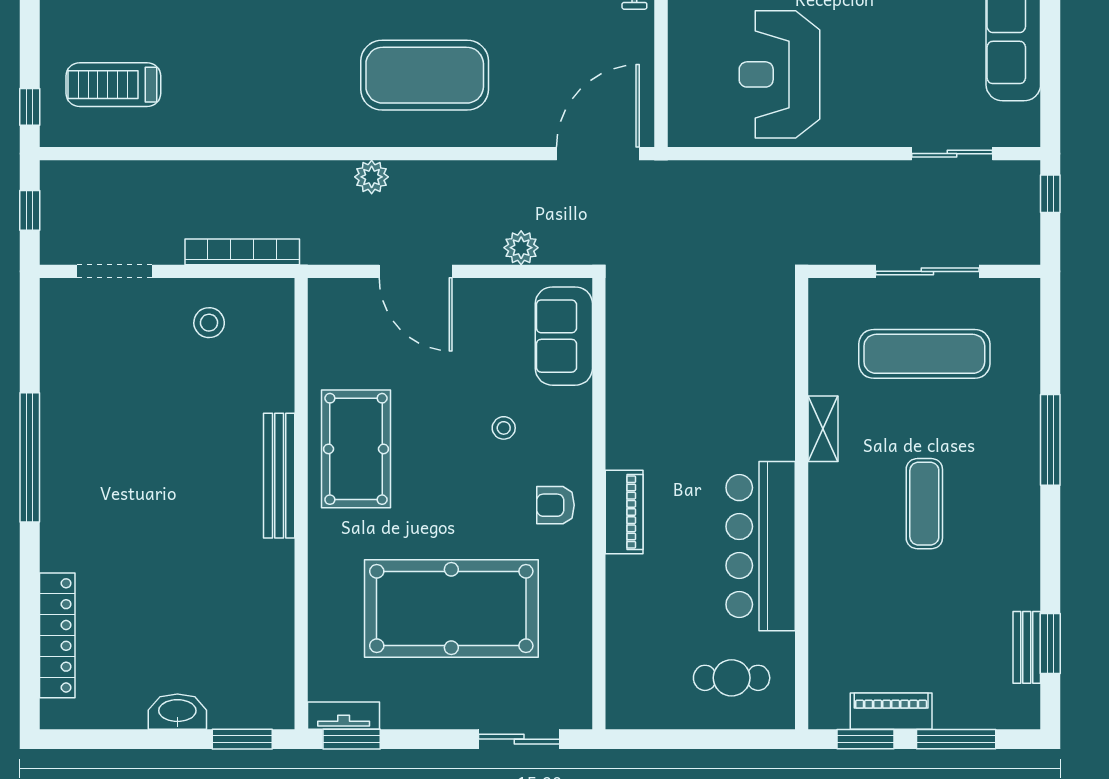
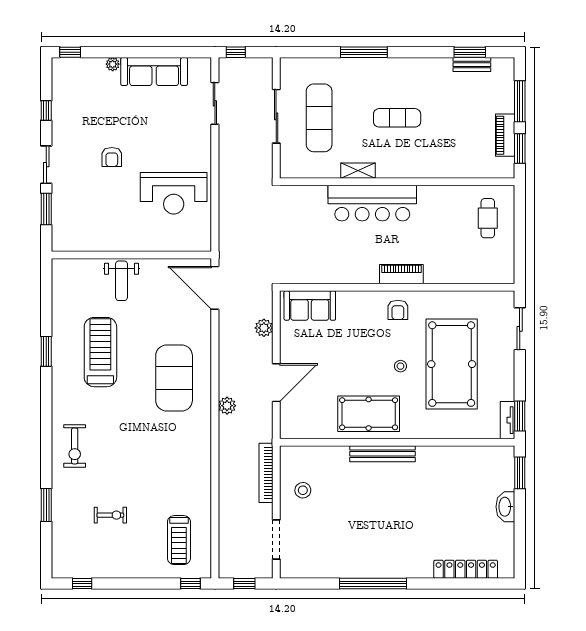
stool: (504, 428) -> (400, 366), moved
bar counter: (761, 546) -> (372, 203), moved

